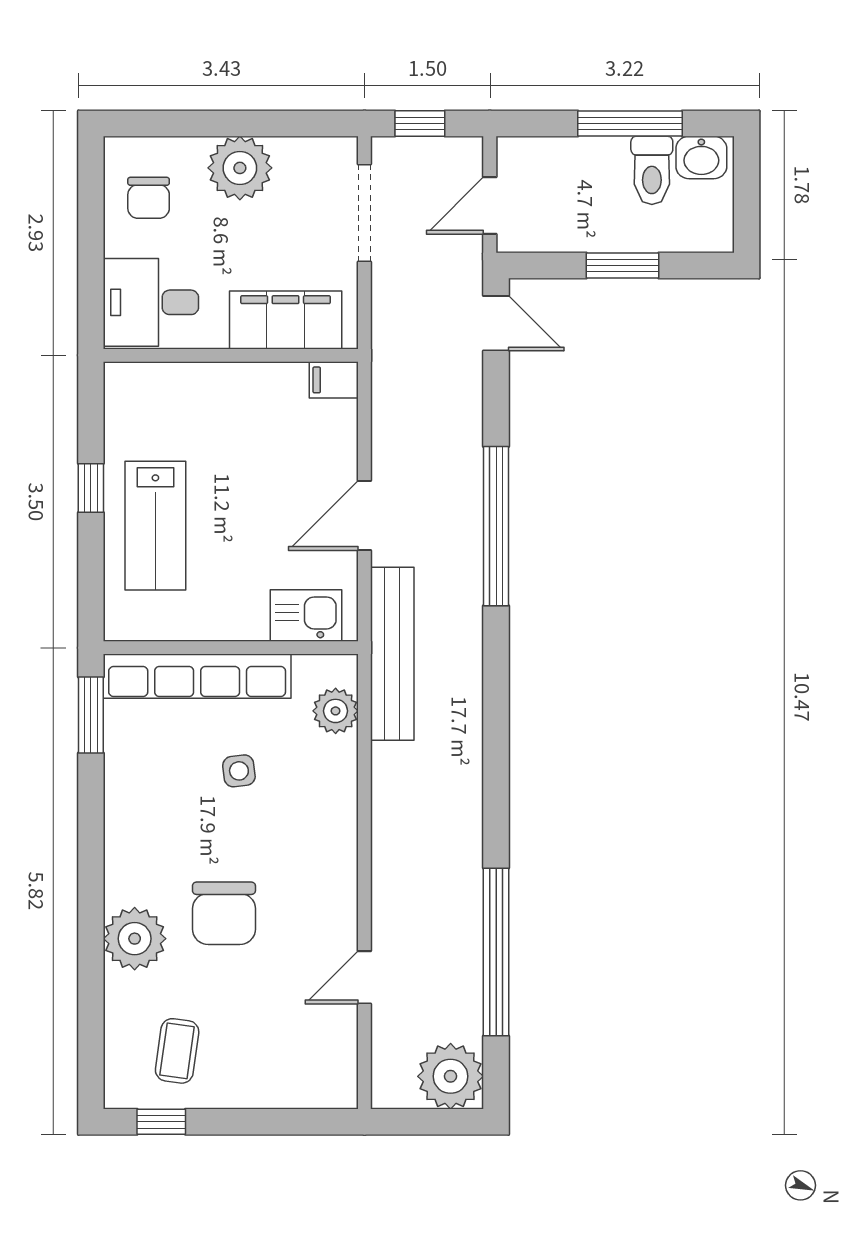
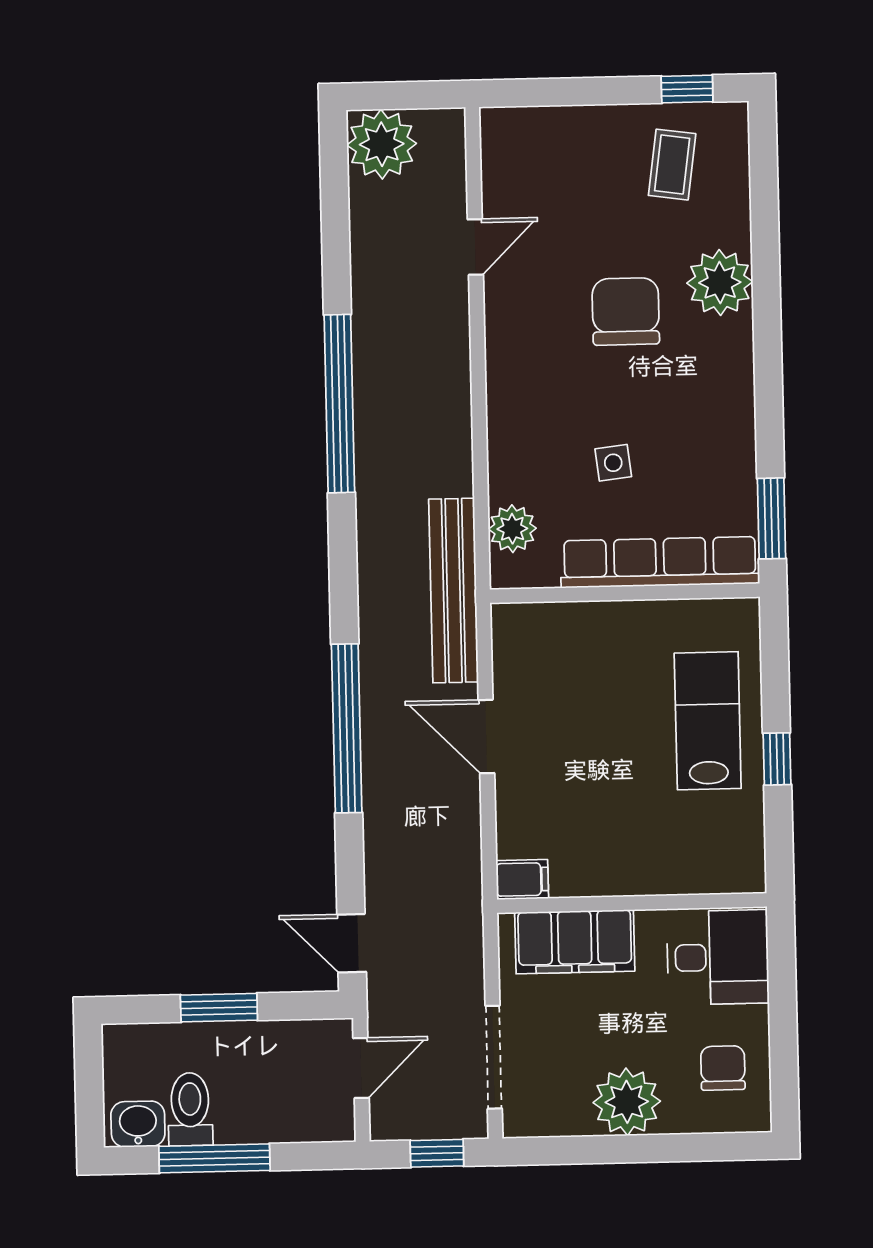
door: (364, 515) -> (486, 737), swing flipped
kitchen sink: (306, 616) -> (546, 629), removed
window: (496, 952) -> (339, 404), moved

